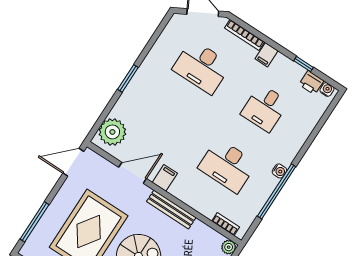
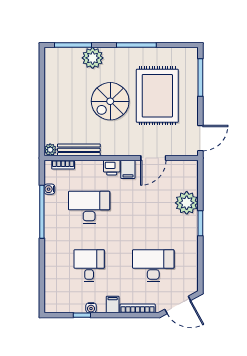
printer: (311, 83) -> (112, 168), moved, turned 180
water cooler: (327, 90) -> (91, 308), moved
plant: (112, 132) -> (187, 203), moved
water cooler: (279, 171) -> (49, 189), moved
bench: (171, 210) -> (79, 150), moved

